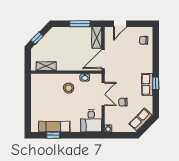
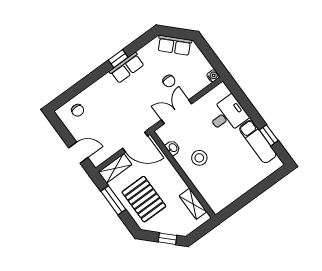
pallet: (68, 41) -> (144, 199), added
desk: (91, 121) -> (228, 115), moved

